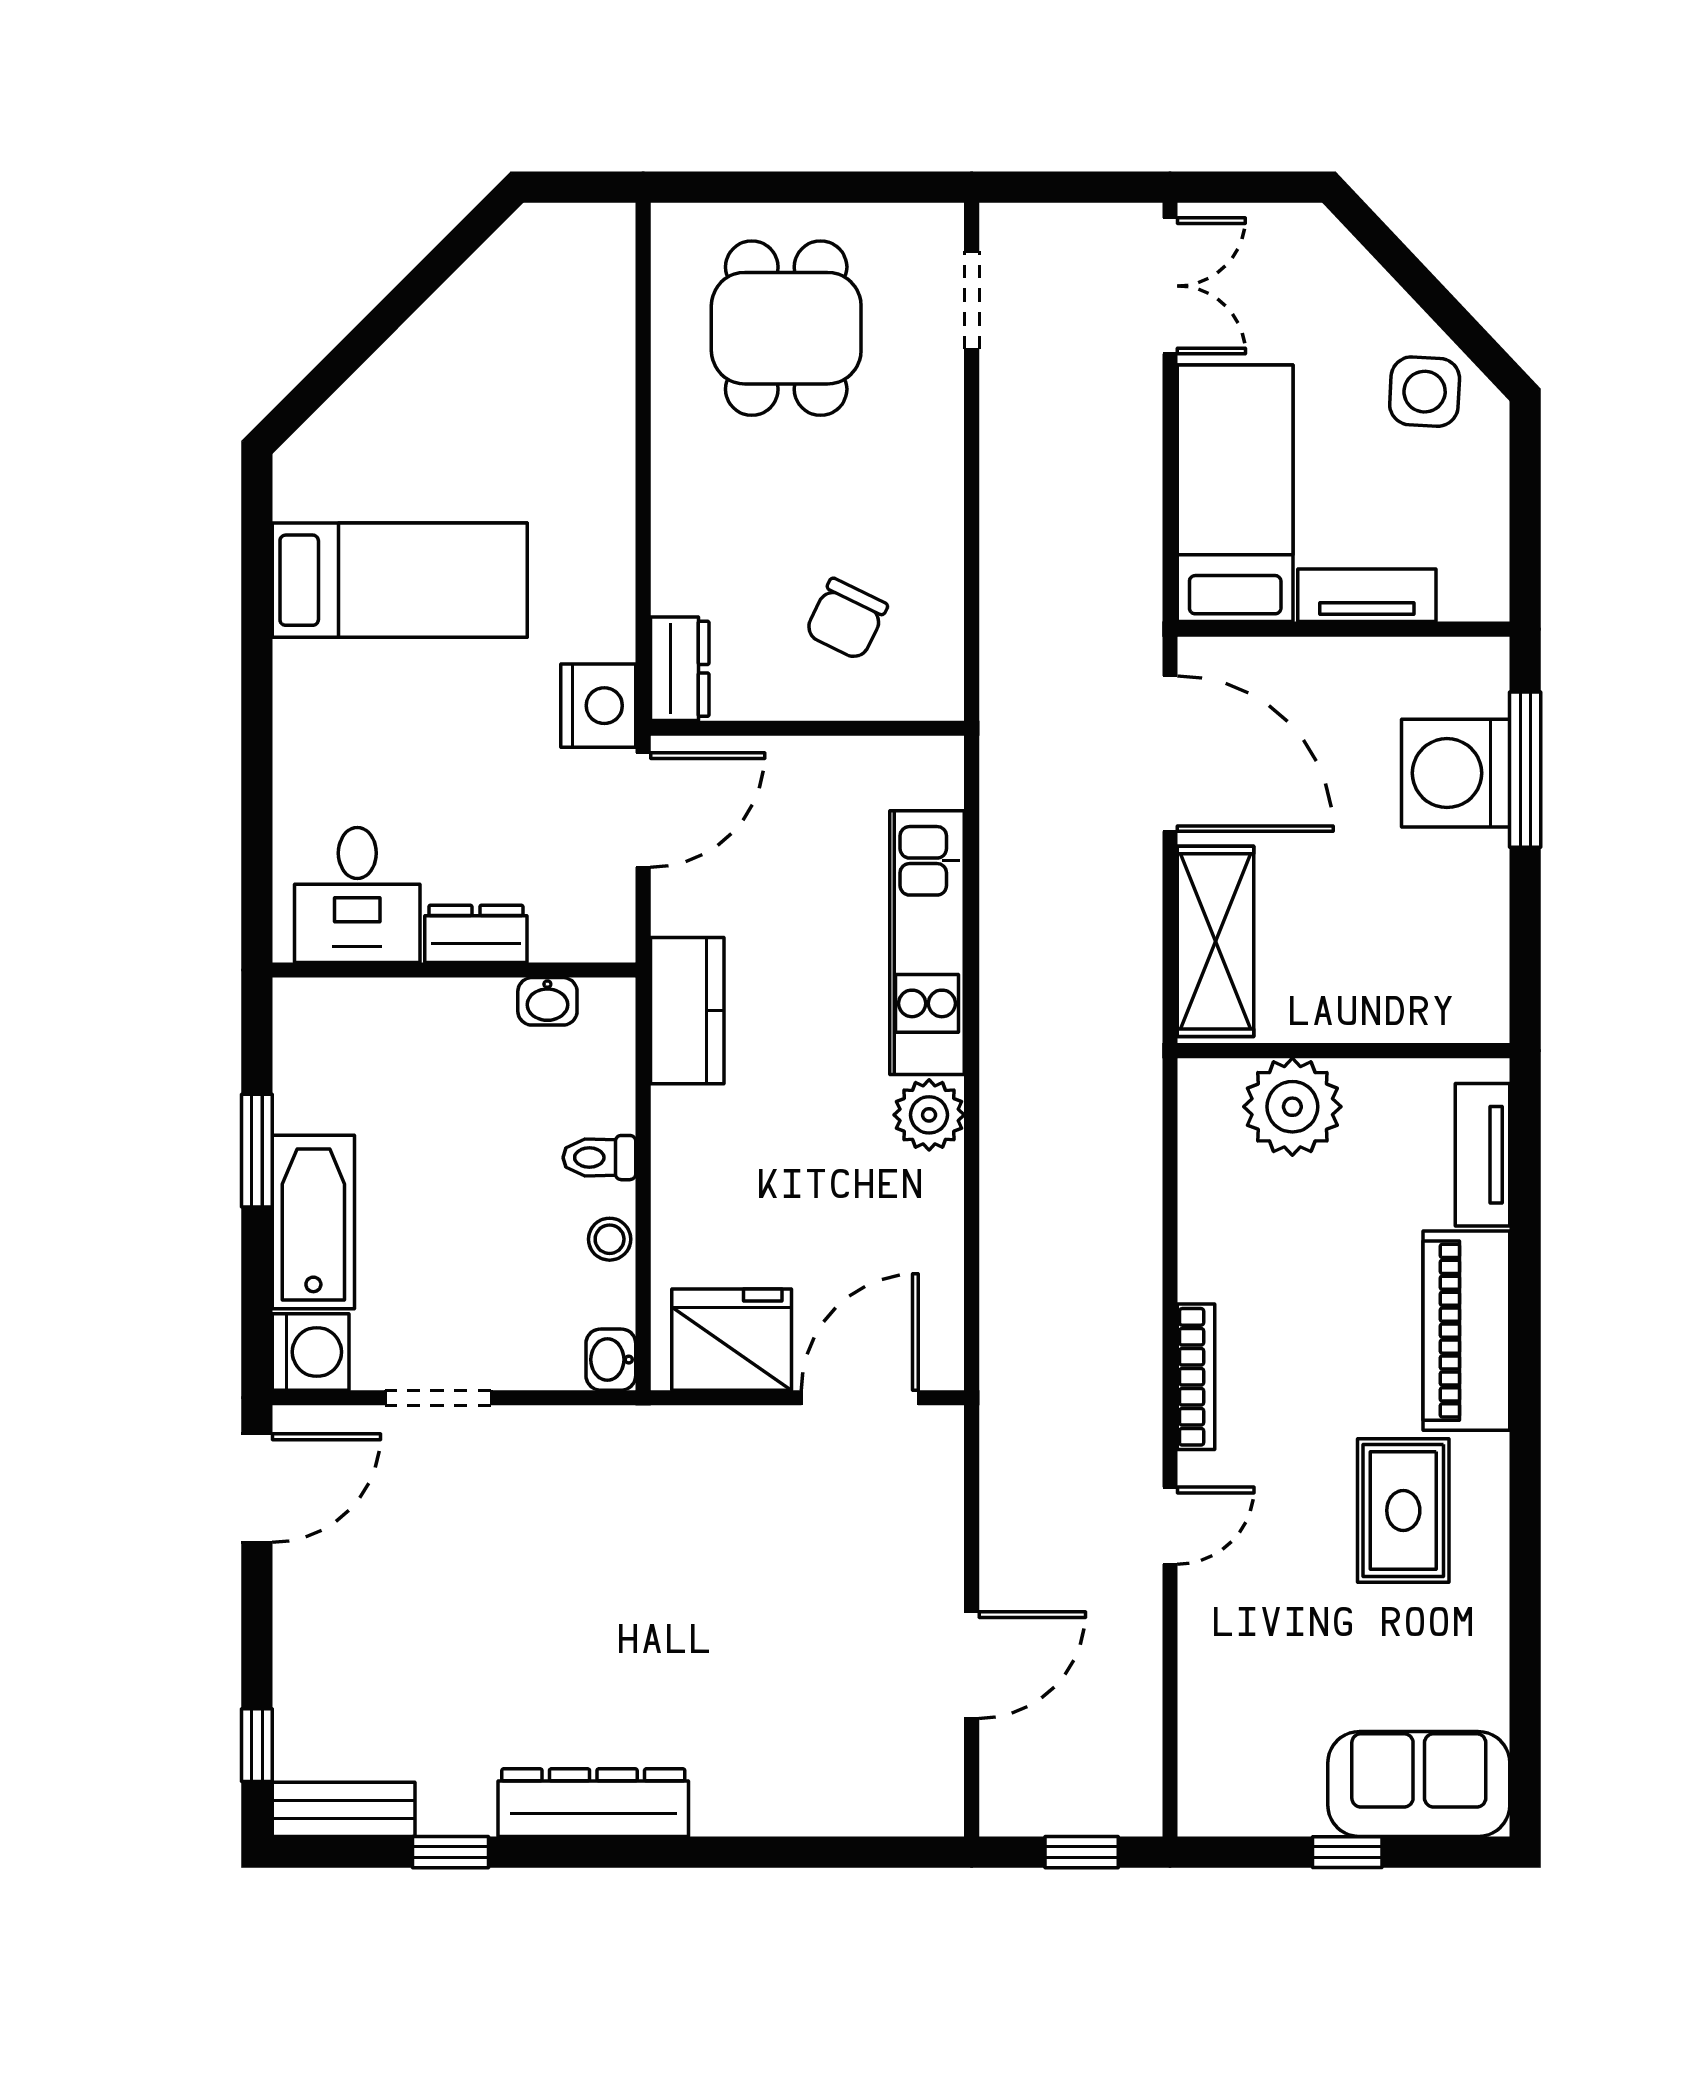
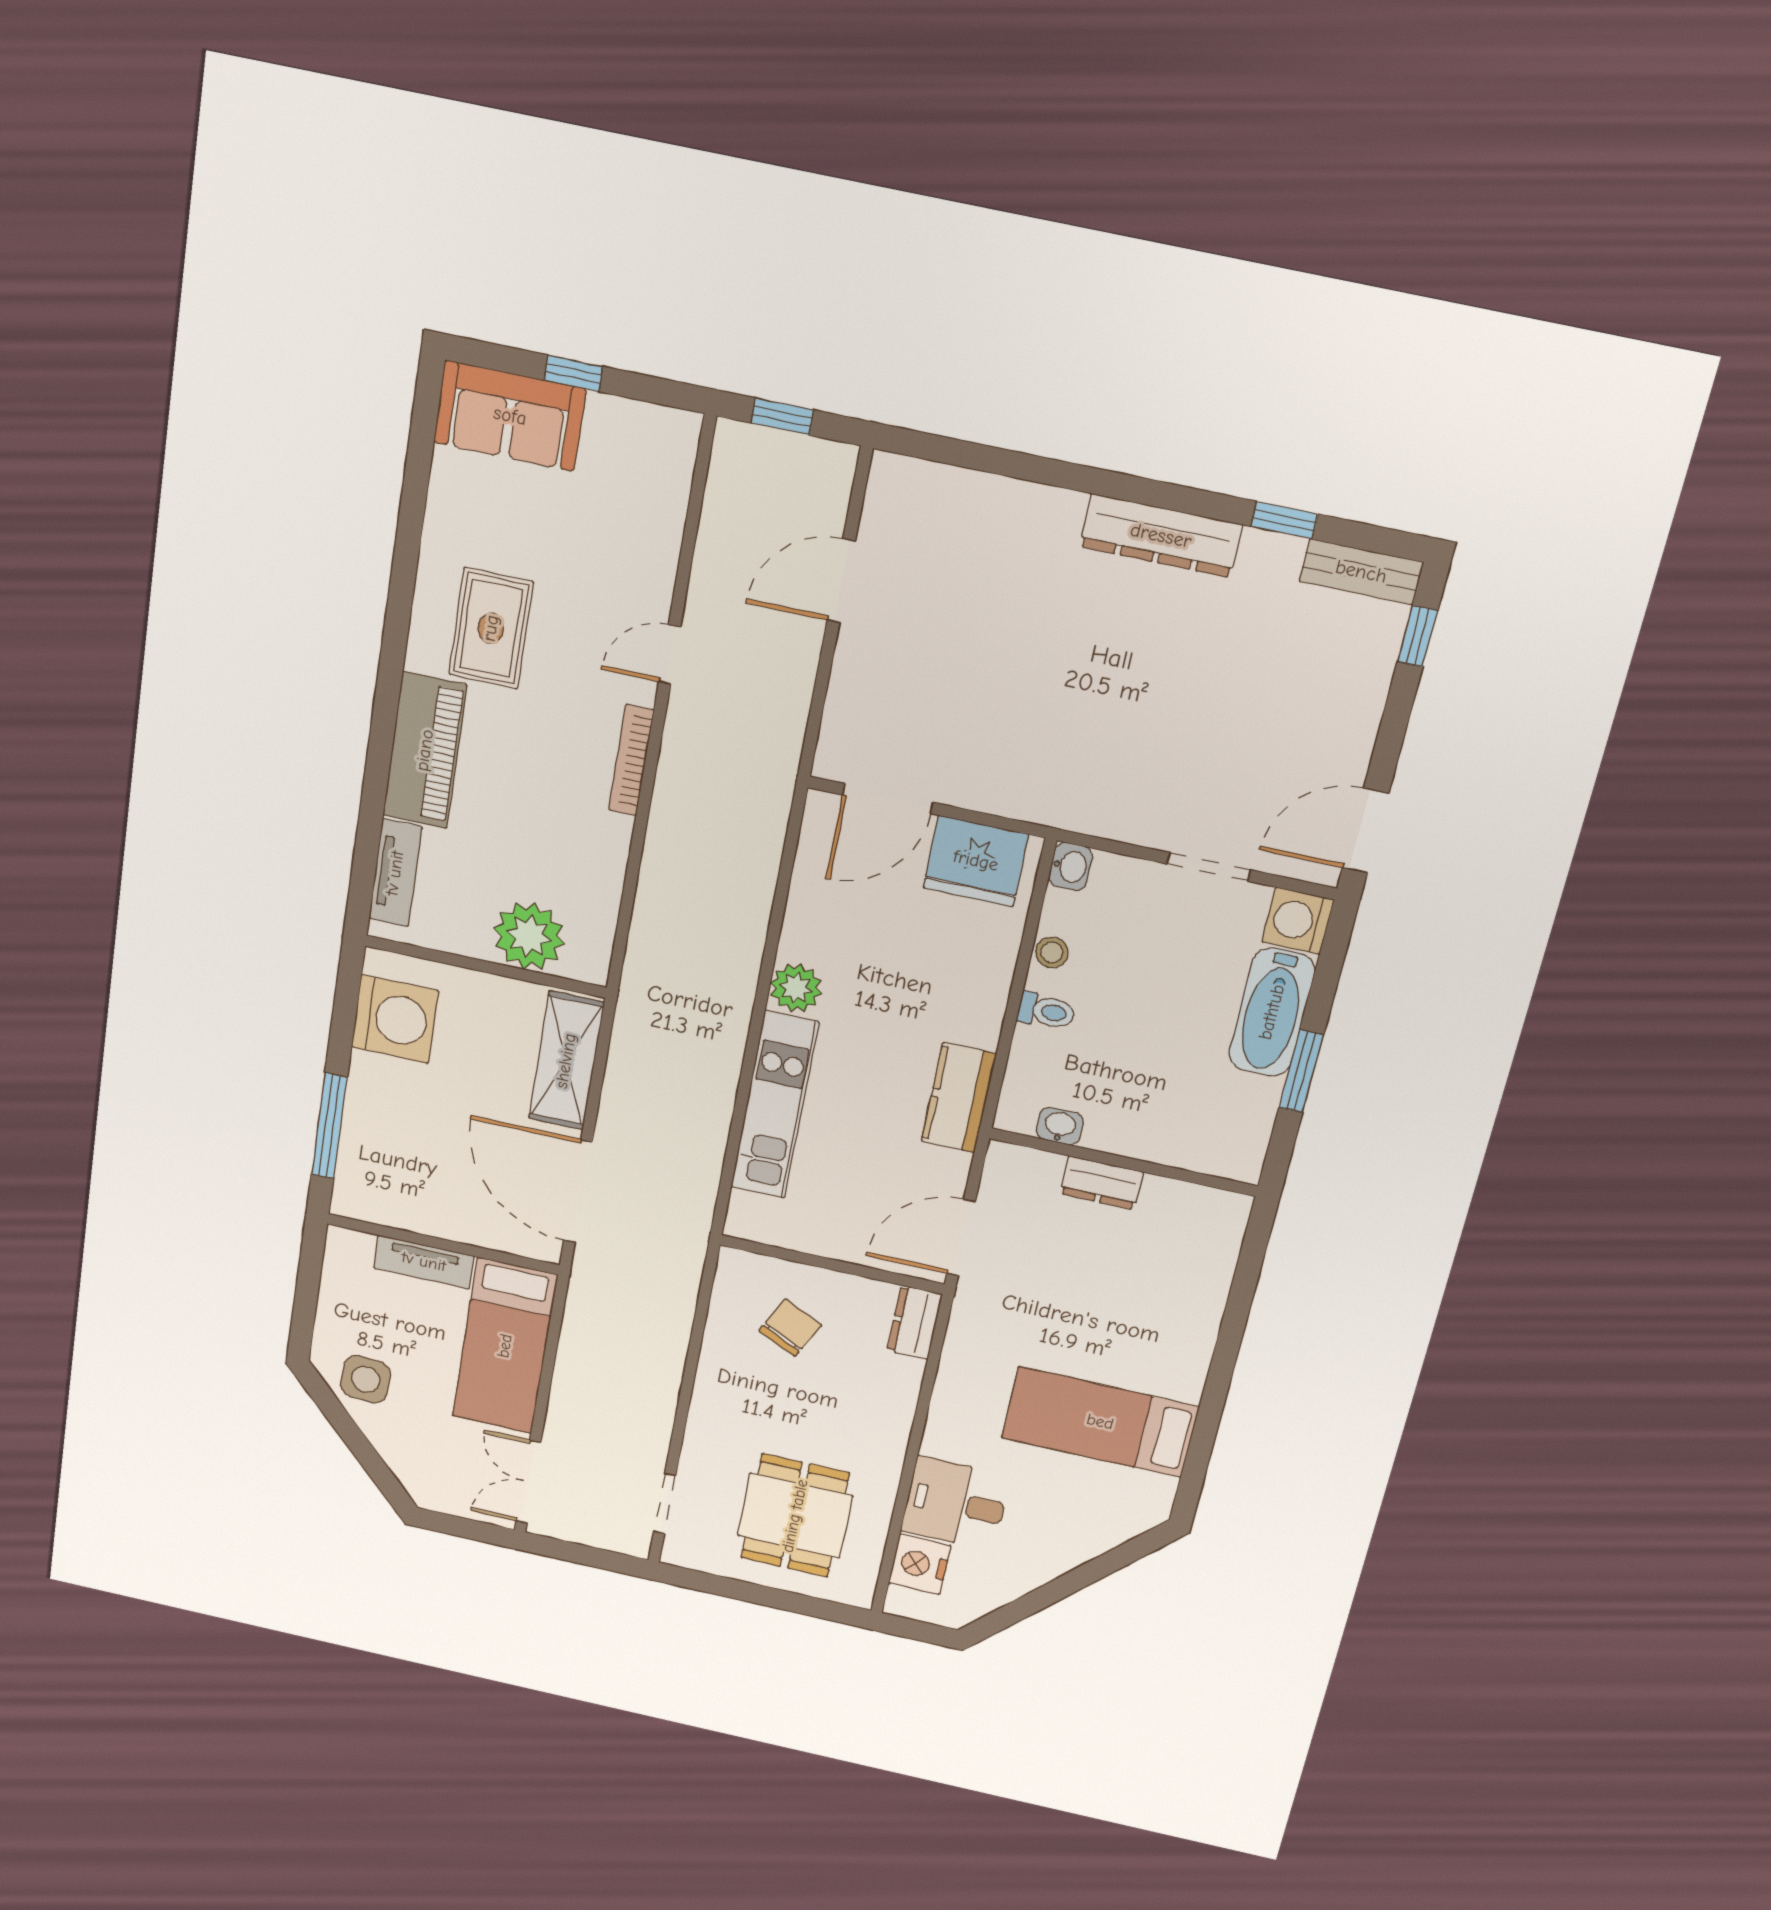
nightstand: (598, 706) -> (920, 1564), moved
washing machine: (1456, 773) -> (395, 1019), moved
desk: (357, 895) -> (956, 1504), moved, turned -90

